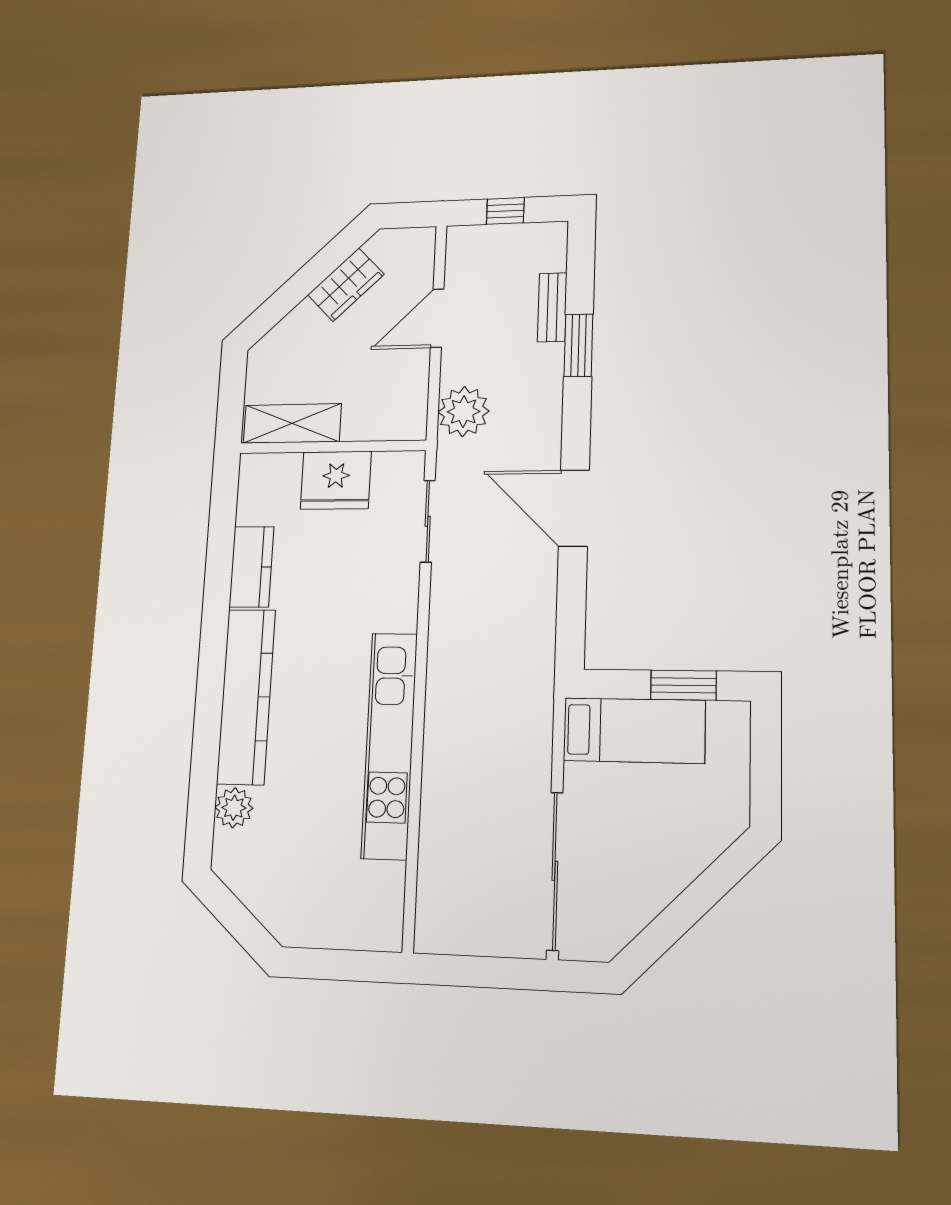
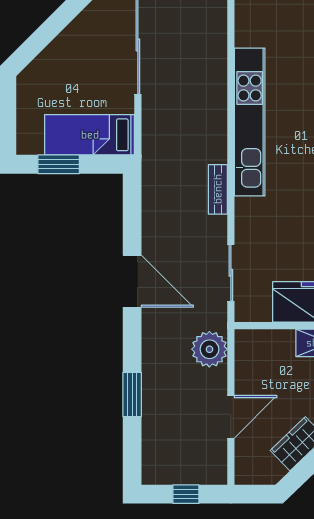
bench: (552, 307) -> (218, 189), moved

